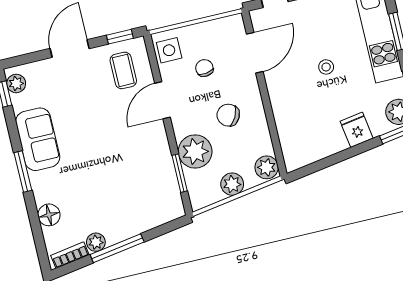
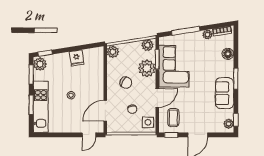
fridge: (357, 130) -> (77, 58), moved
corner sofa: (145, 167) -> (174, 66), added
plant: (232, 184) -> (147, 45), moved
window: (117, 248) -> (186, 31), moved

